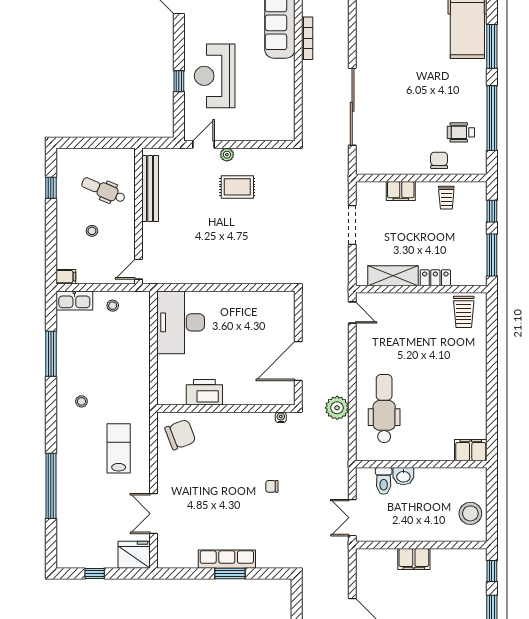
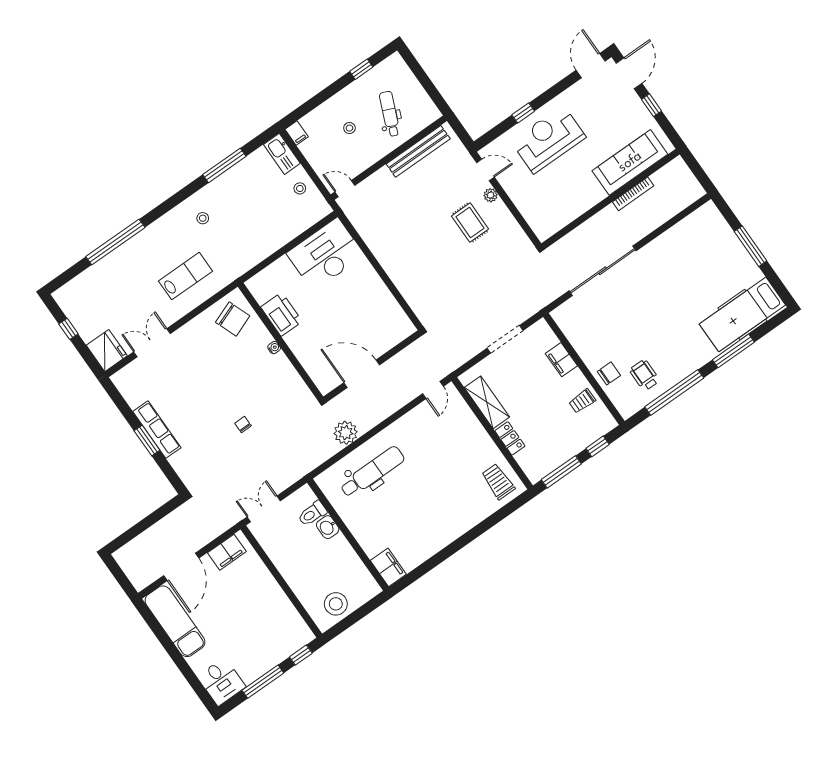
trolley: (464, 312) -> (498, 482), turned 90
water cooler: (281, 417) -> (274, 348), moved
filing cabinet: (414, 559) -> (227, 552), moved, turned -90

